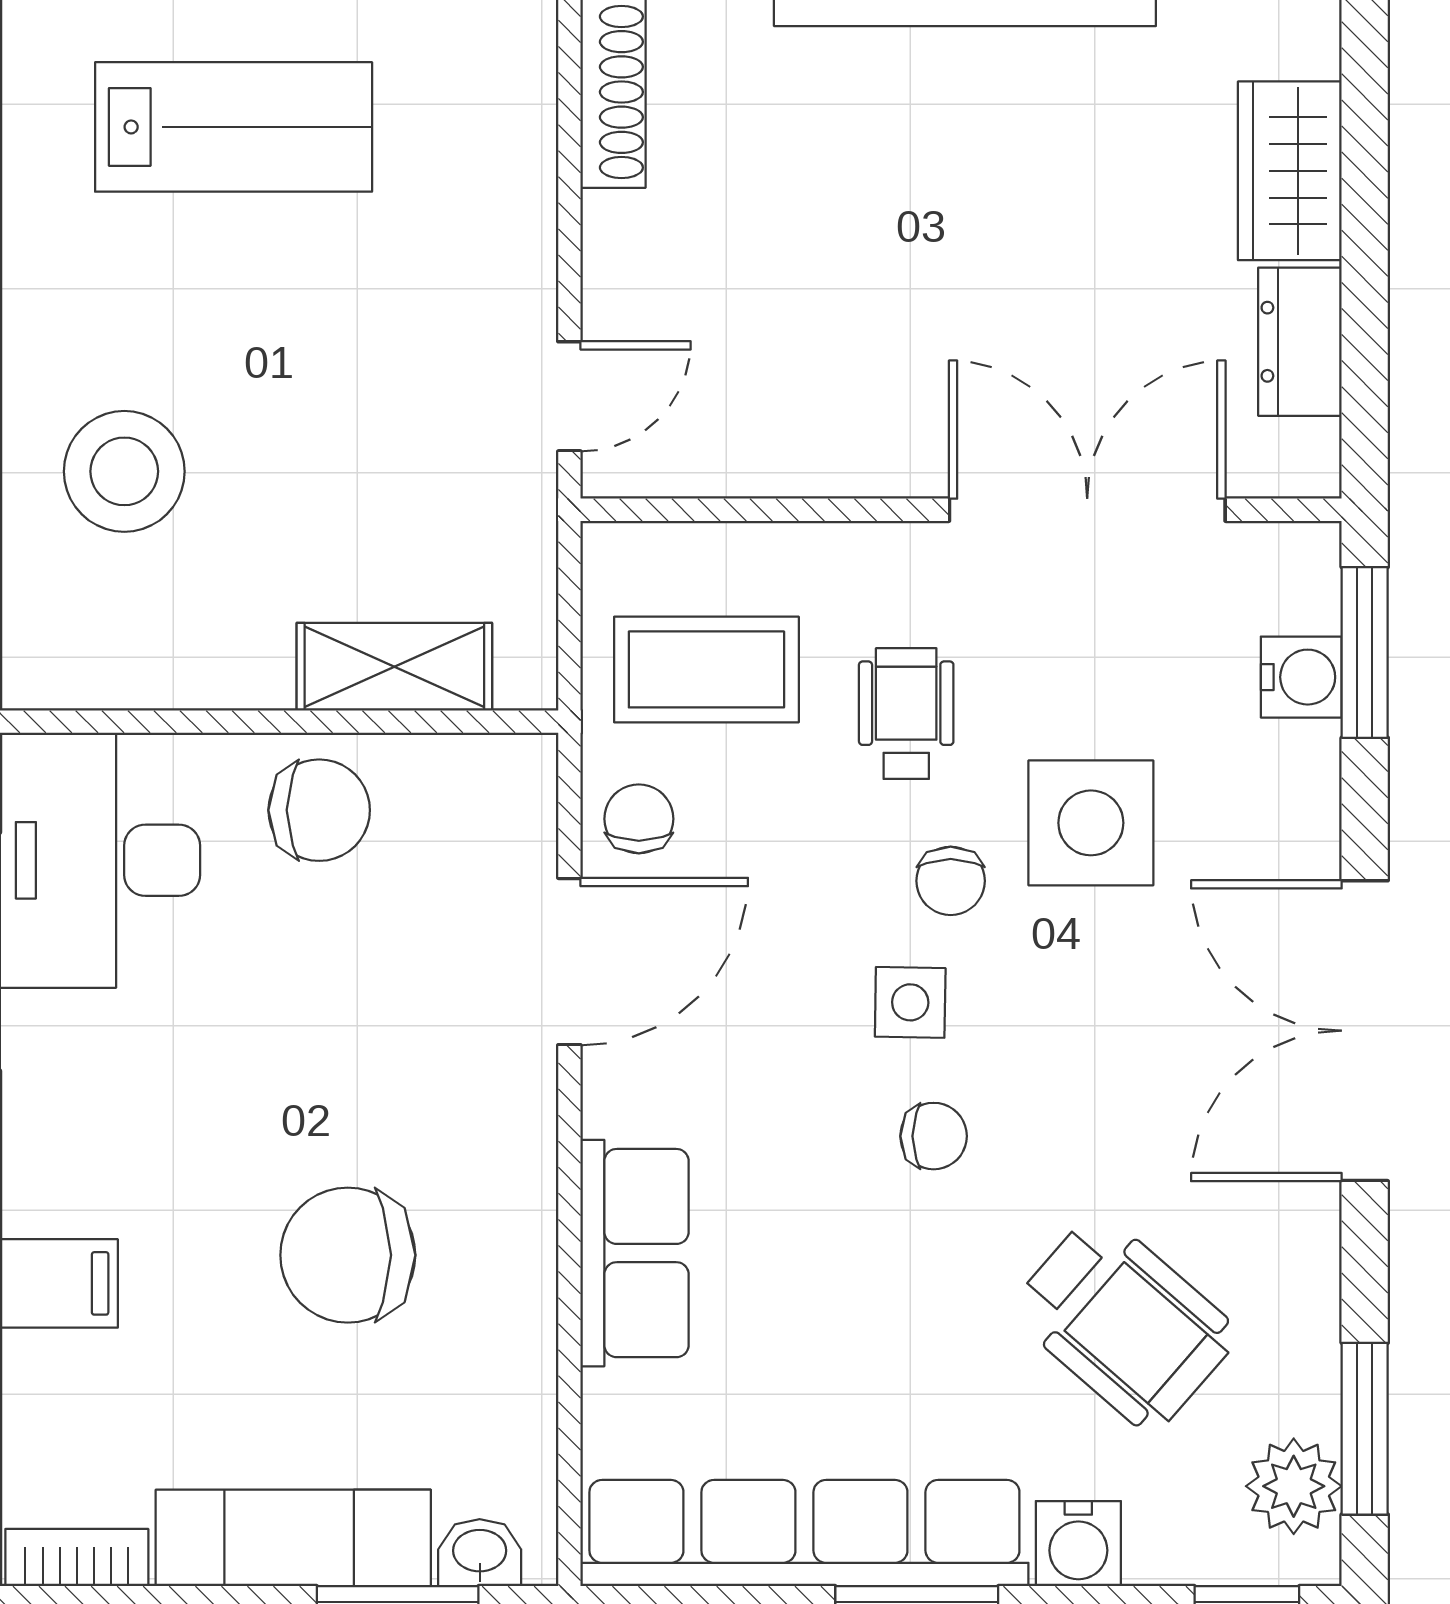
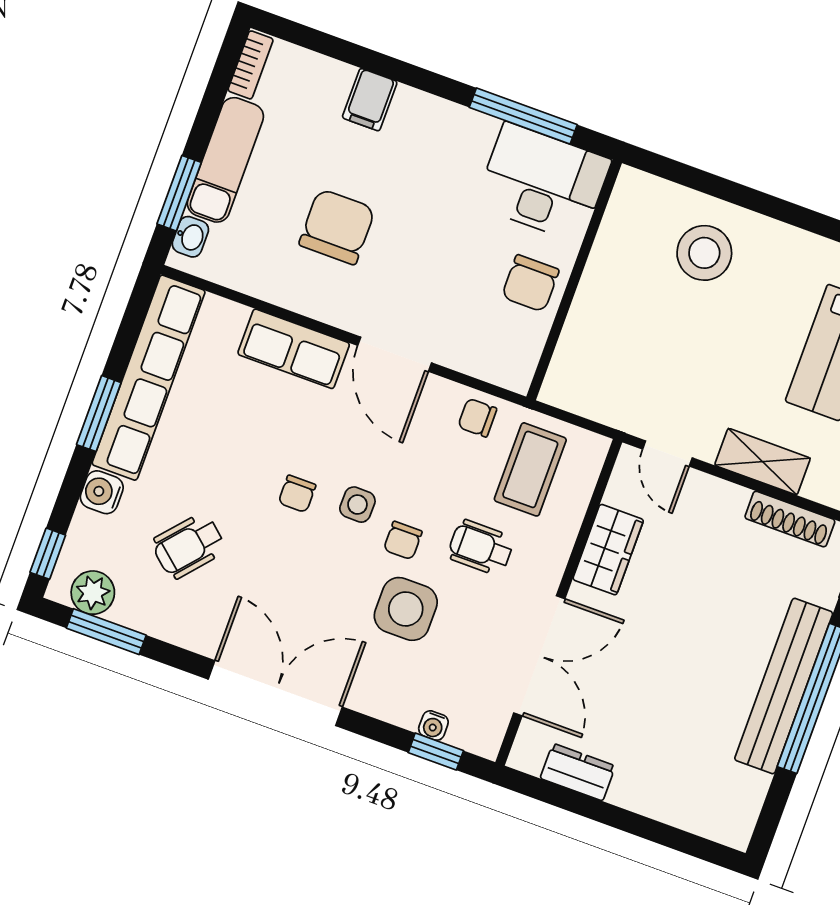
wardrobe: (1290, 171) -> (608, 550), moved, turned 90
window: (1365, 652) -> (436, 752), width x0.67
shelving: (394, 667) -> (763, 462), moved, turned 90
water cooler: (1301, 677) -> (433, 726), width x0.72, depth x0.72
wheelchair: (906, 714) -> (481, 547), turned 180
chair: (639, 819) -> (477, 418), turned 180
chair: (951, 881) -> (403, 540), turned -90
door: (569, 962) -> (395, 354), moved
wheelchair: (1124, 1322) -> (189, 546), width x0.73, depth x0.73

